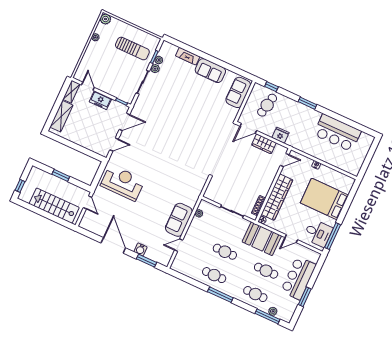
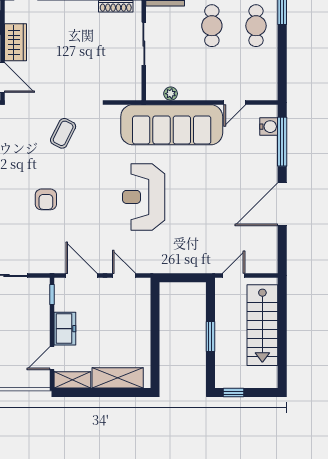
armchair: (173, 122) -> (46, 199), added
coffee table: (204, 147) -> (63, 133), added
reception desk: (123, 183) -> (144, 197), moved
window: (20, 186) -> (234, 393), moved
sofa: (179, 220) -> (172, 125), width x1.85, depth x1.27
door: (179, 245) -> (235, 102), hinge flipped
water cooler: (140, 249) -> (269, 127), moved
window: (146, 261) -> (282, 142), width x1.44

